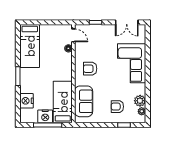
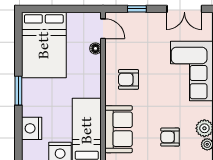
bed: (30, 46) -> (44, 45), width x1.50

